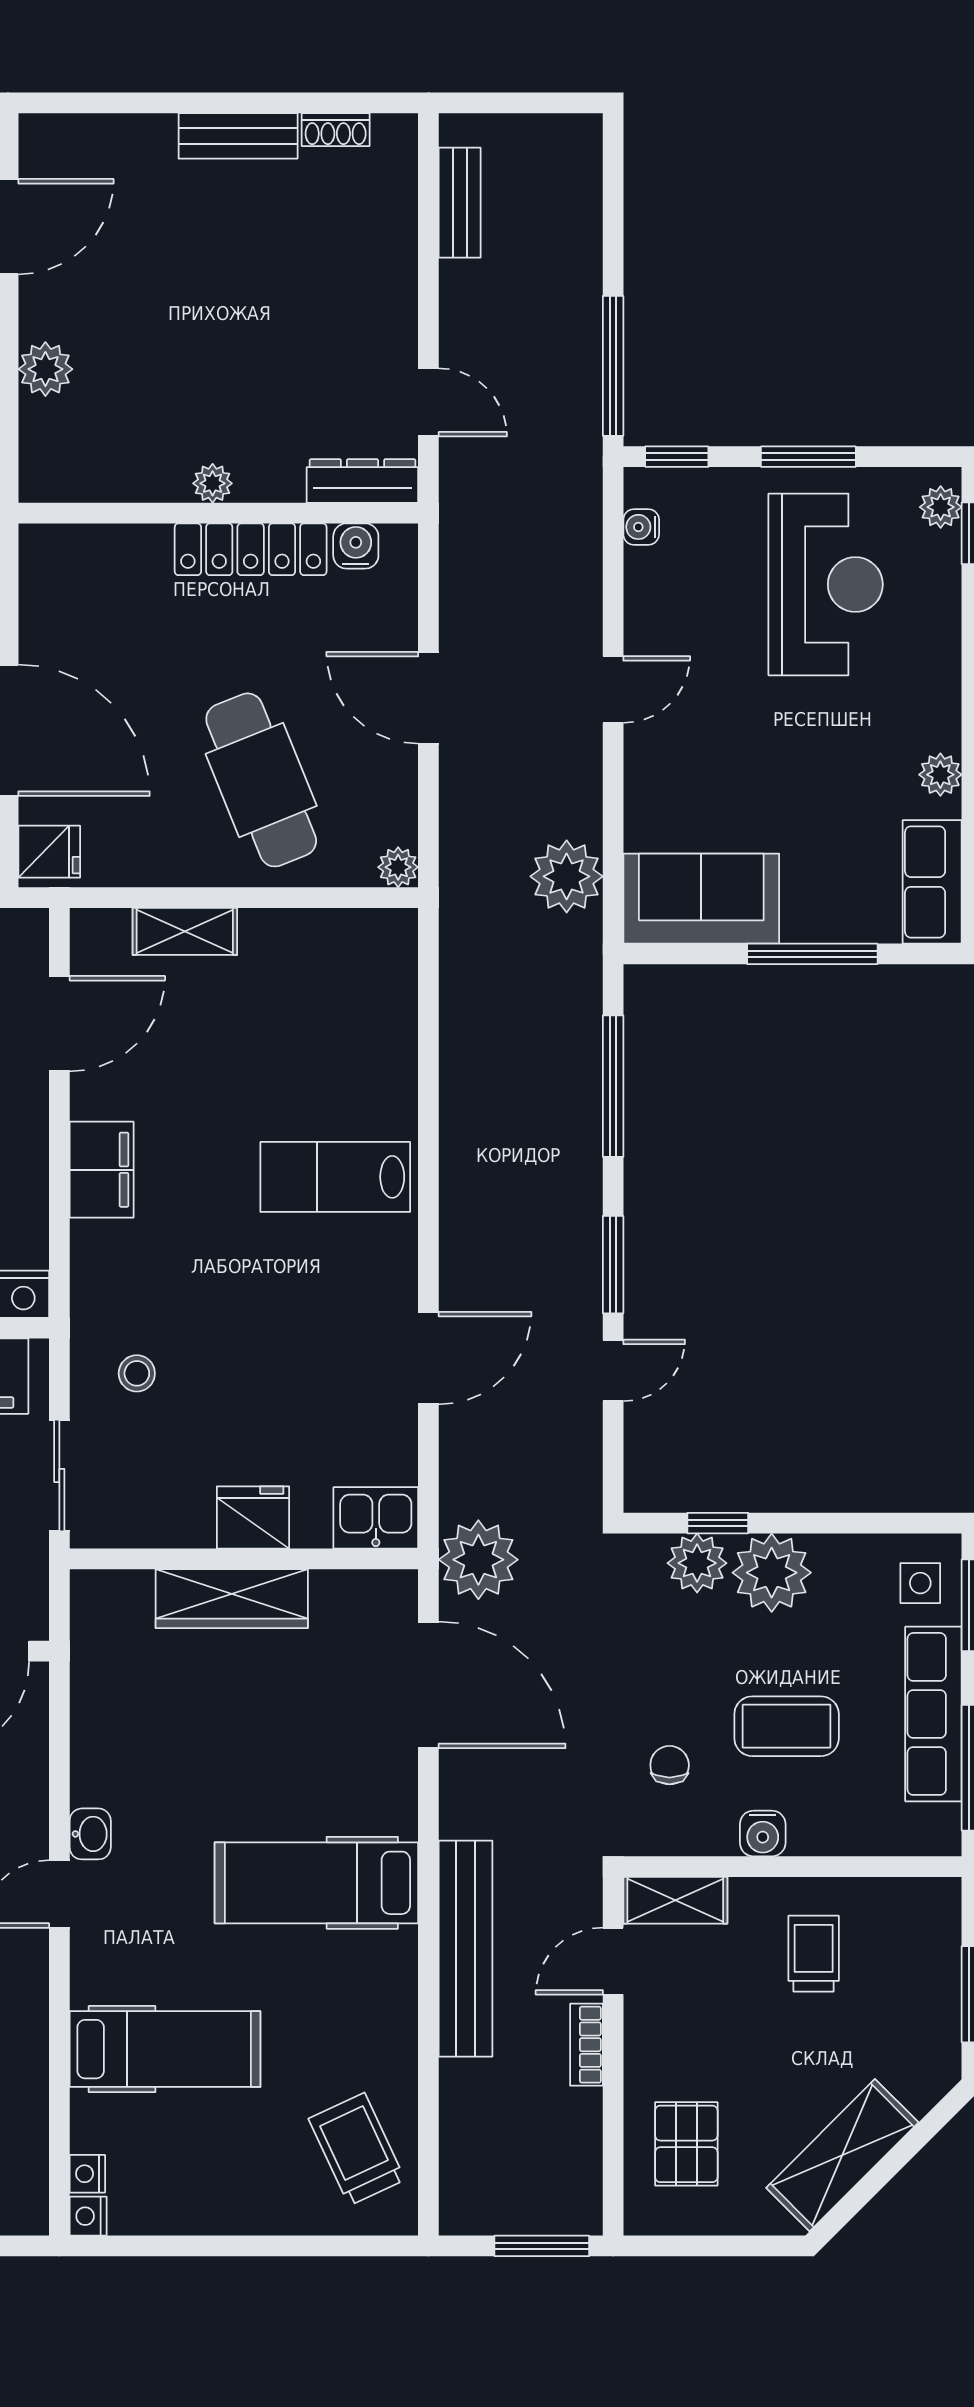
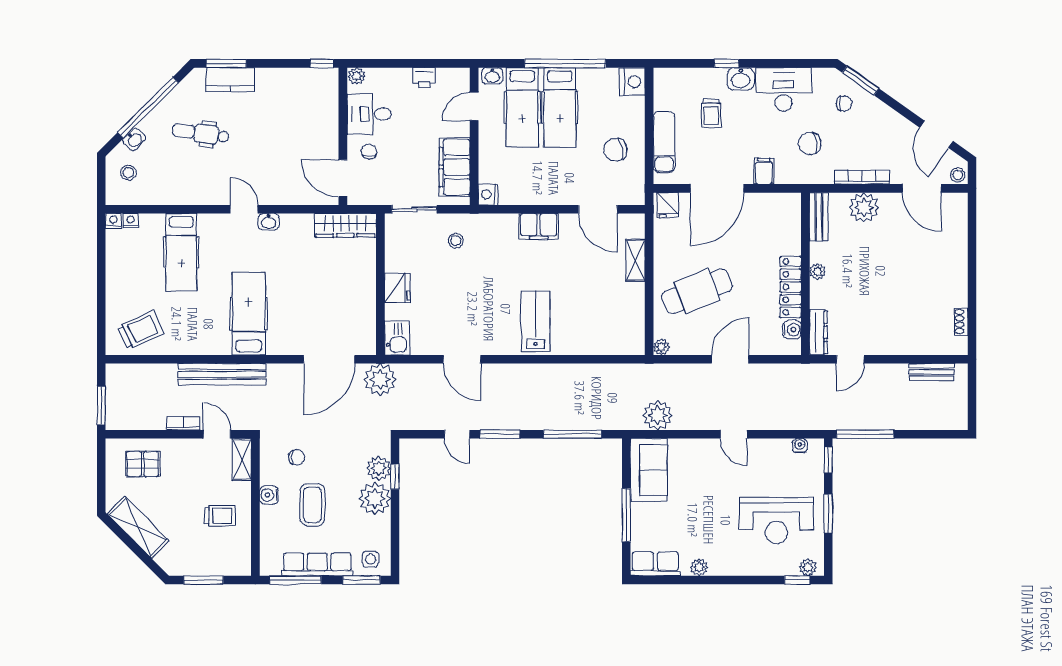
bench: (238, 136) -> (819, 217), moved
plant: (45, 369) -> (864, 208), width x1.36, depth x1.36
wardrobe: (232, 1599) -> (345, 225), moved, turned -90

